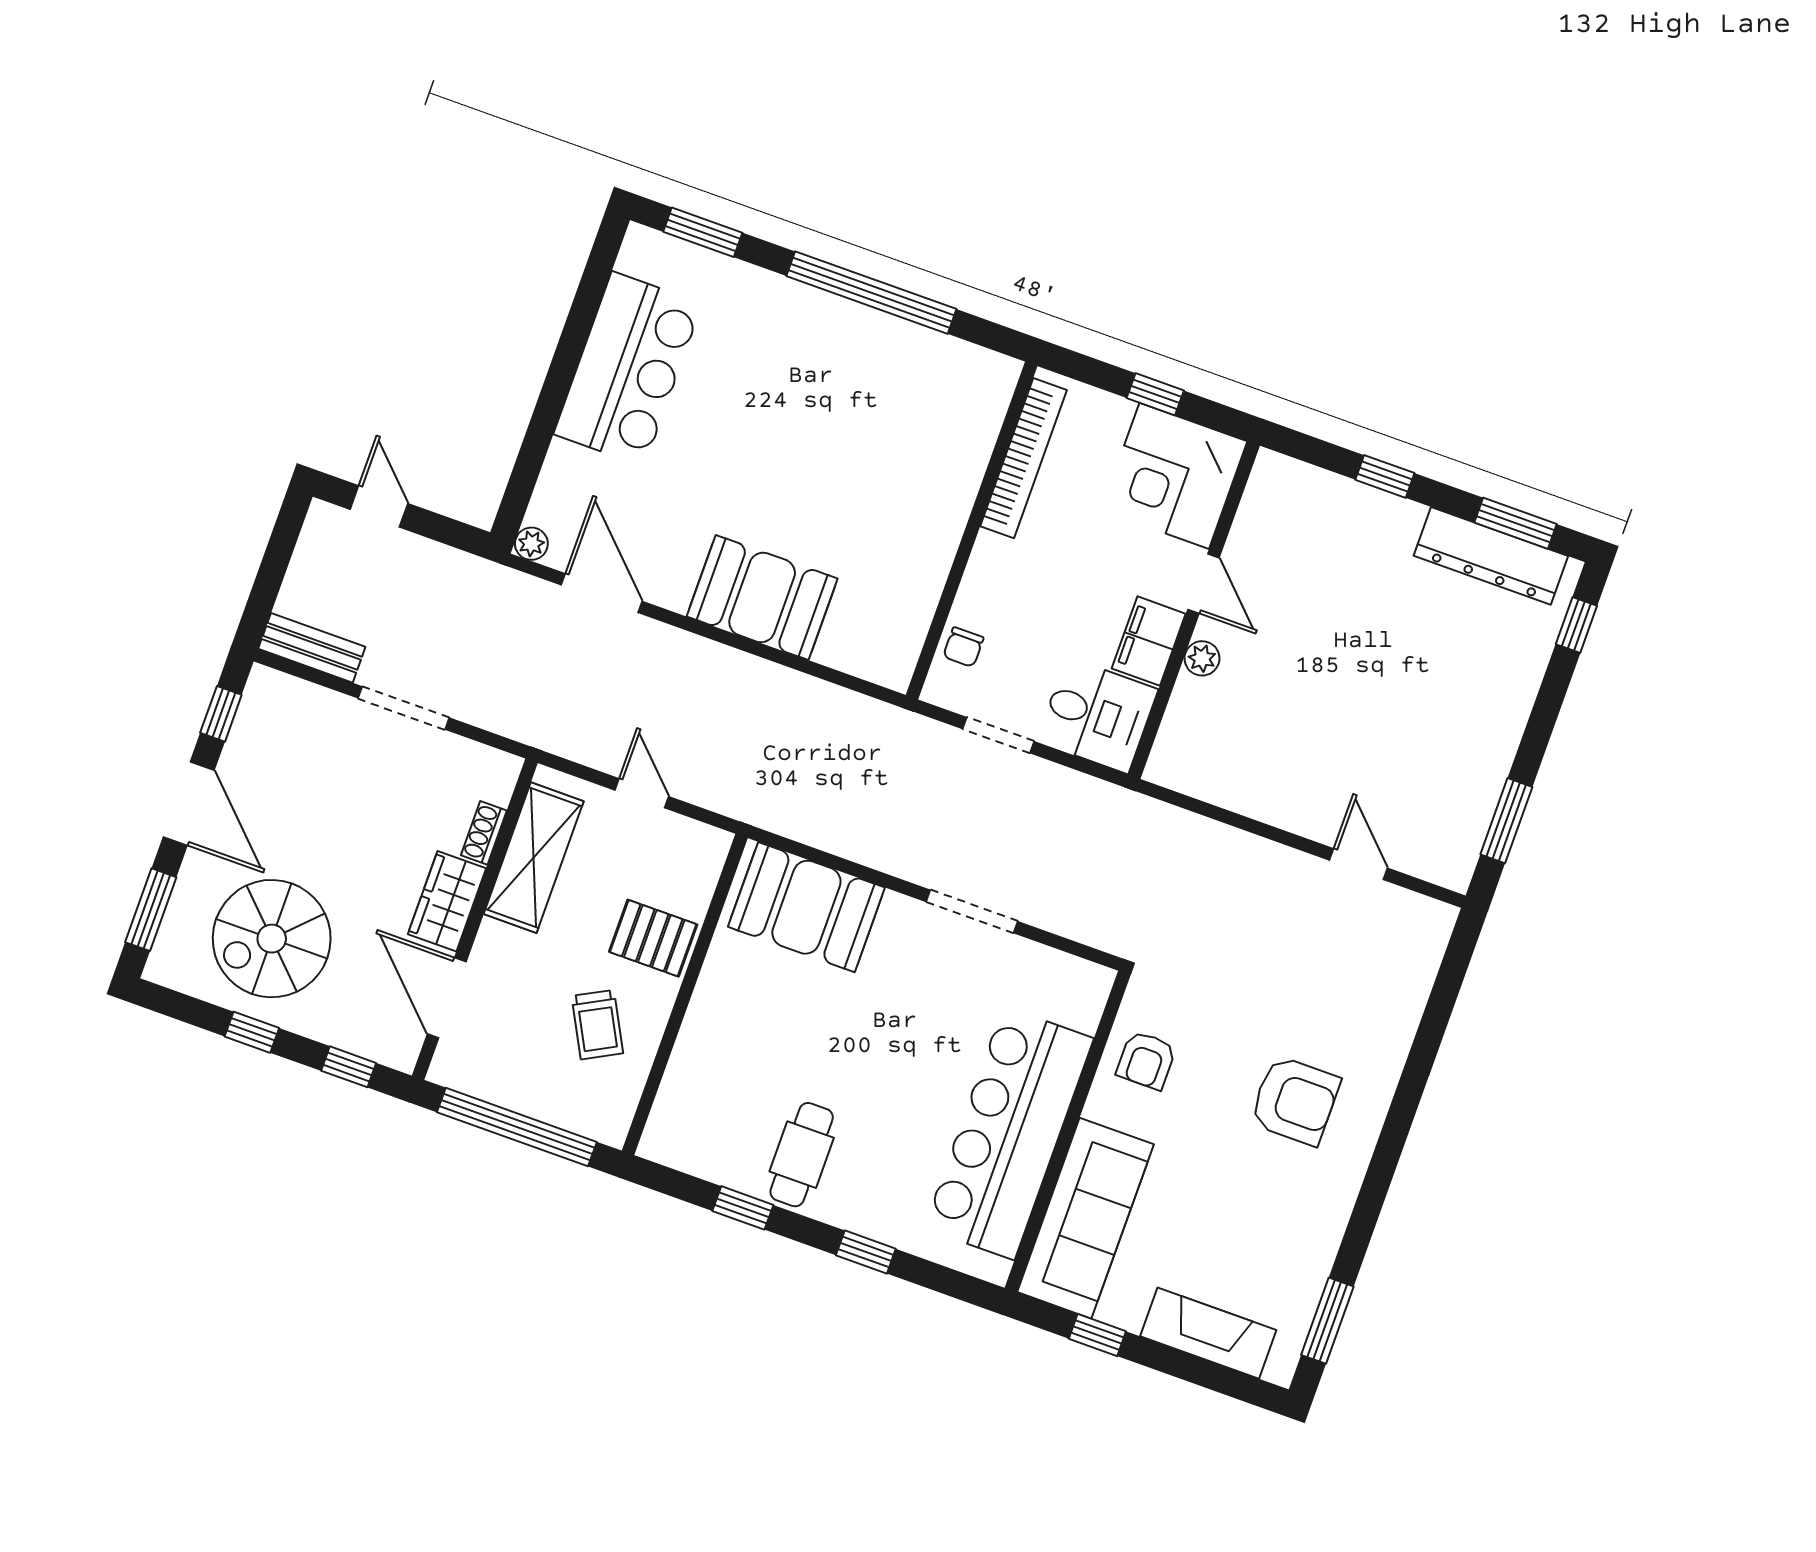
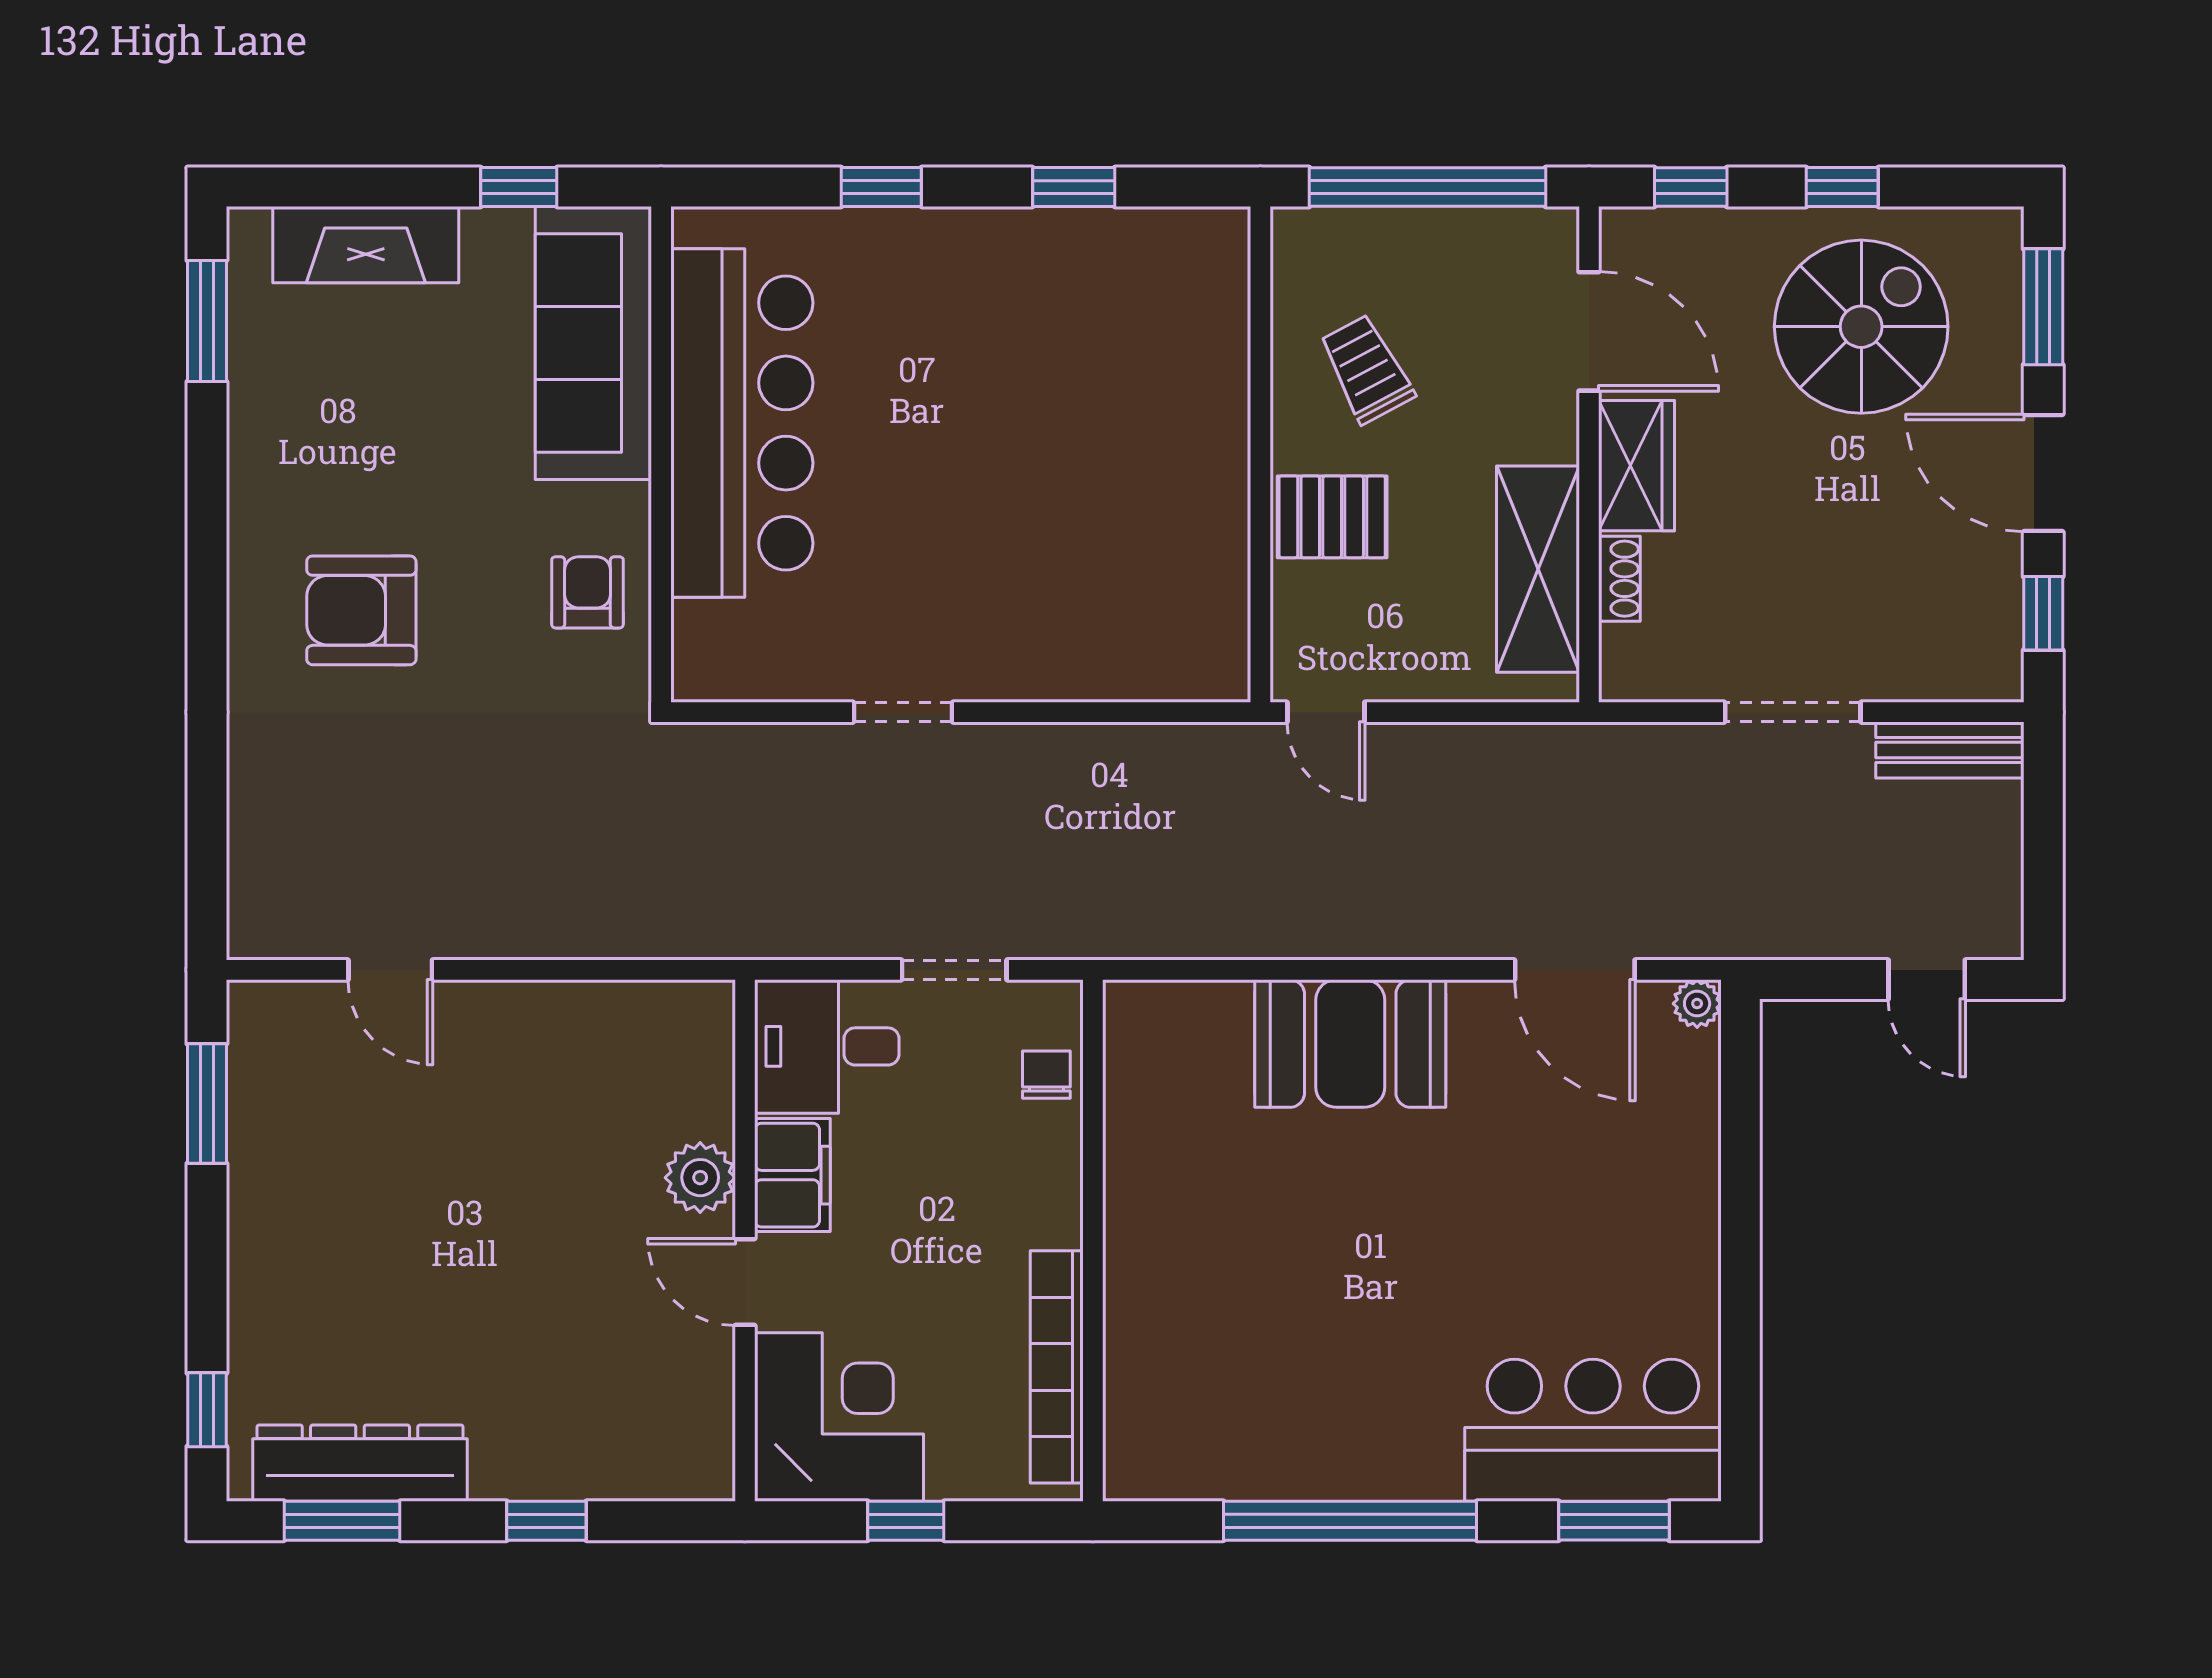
bar counter: (628, 369) -> (1593, 1430), moved, turned 90
plant: (1202, 658) -> (700, 1178), width x1.38, depth x1.38
door: (642, 793) -> (1326, 712), moved
booth: (806, 907) -> (1135, 636), removed
doorway: (972, 912) -> (903, 712), width x0.73
cafe table: (802, 1155) -> (1019, 290), removed

